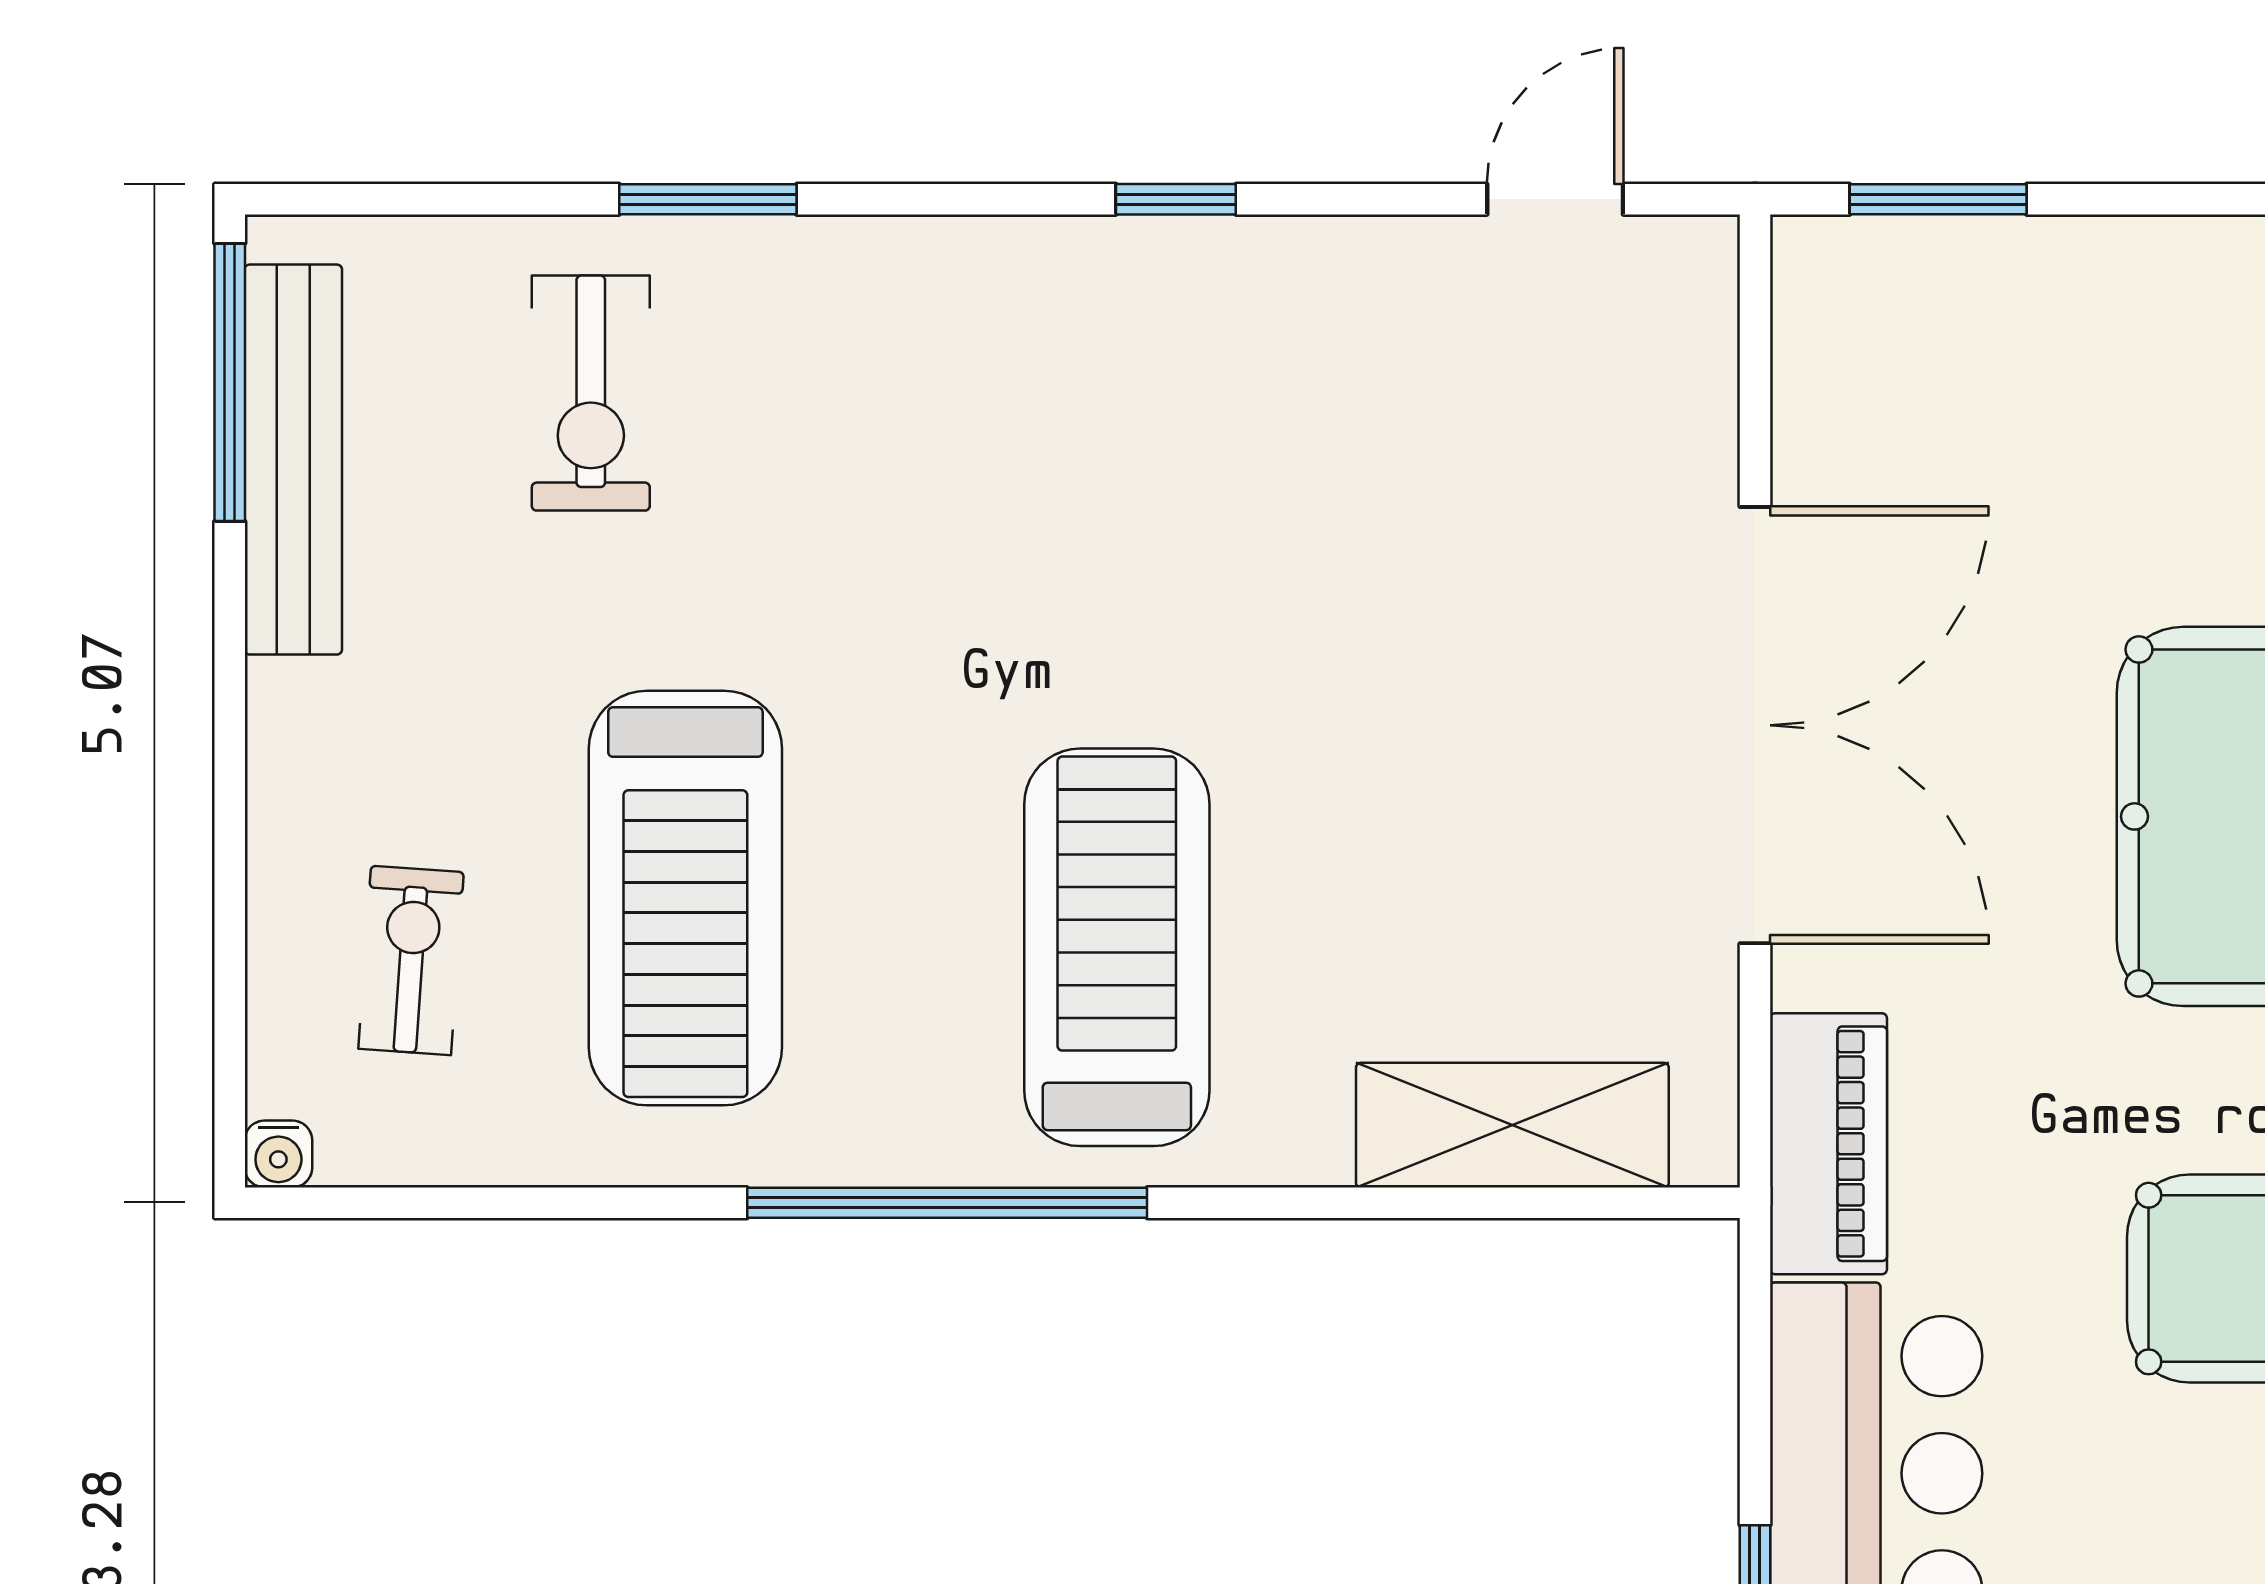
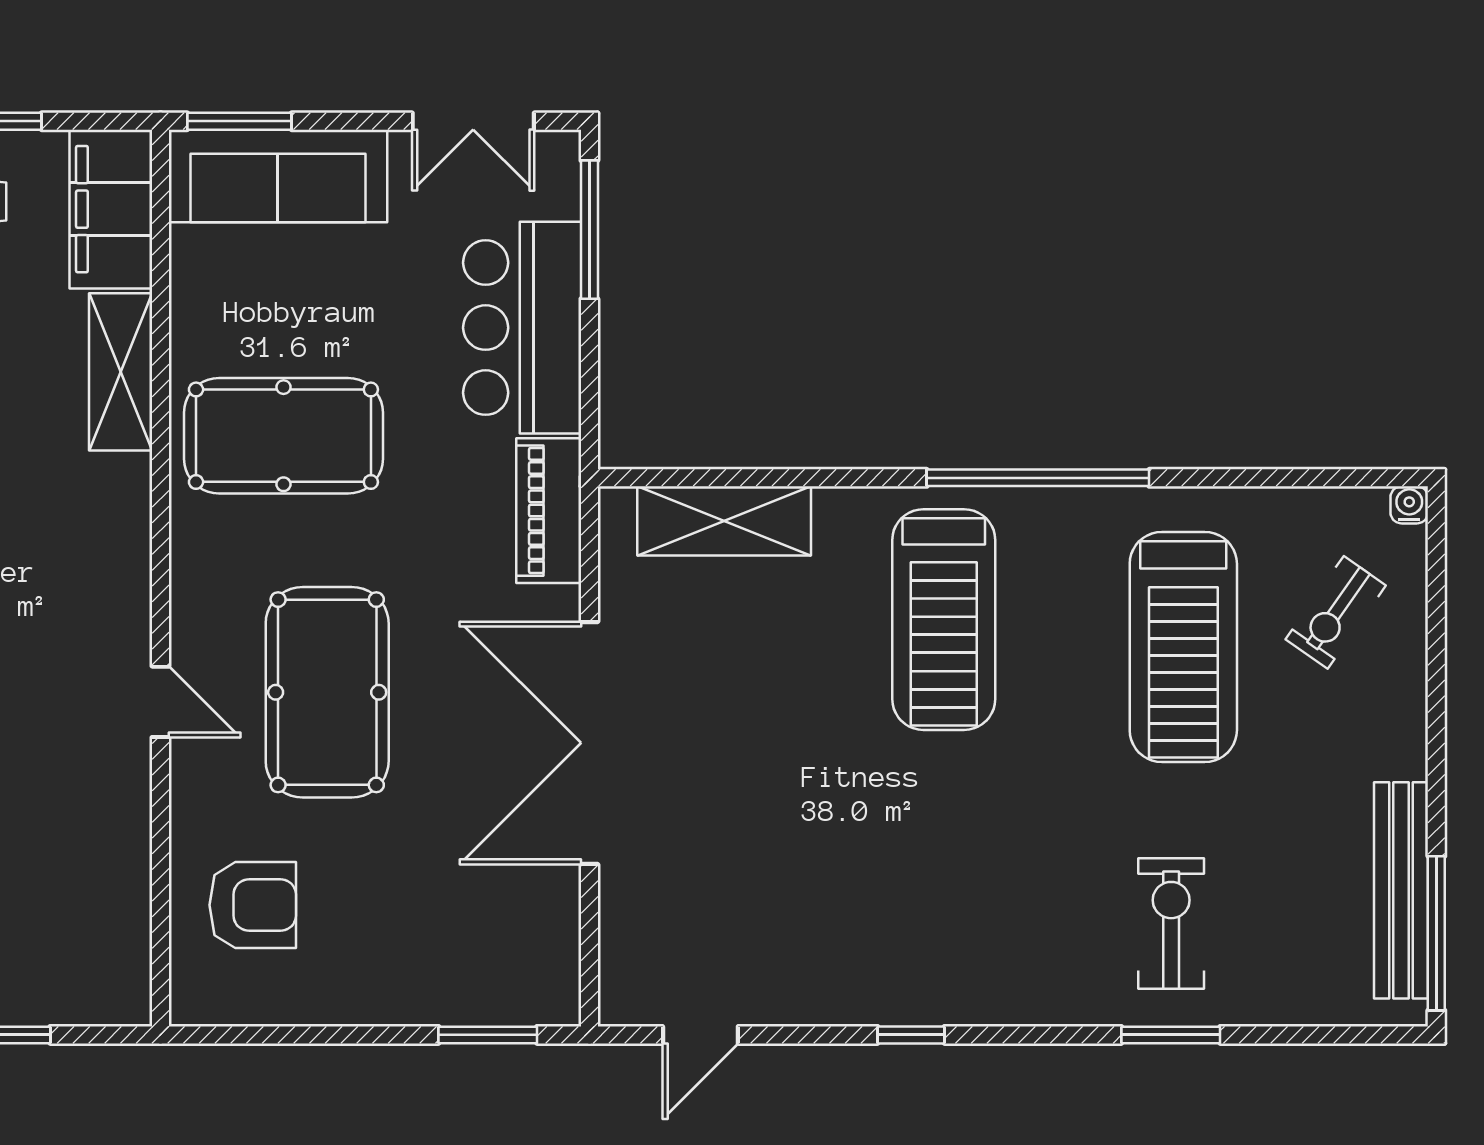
exercise bike: (591, 393) -> (1171, 924), moved
treadmill: (685, 898) -> (1183, 647), turned 180
exercise bike: (411, 960) -> (1336, 612), turned 31

